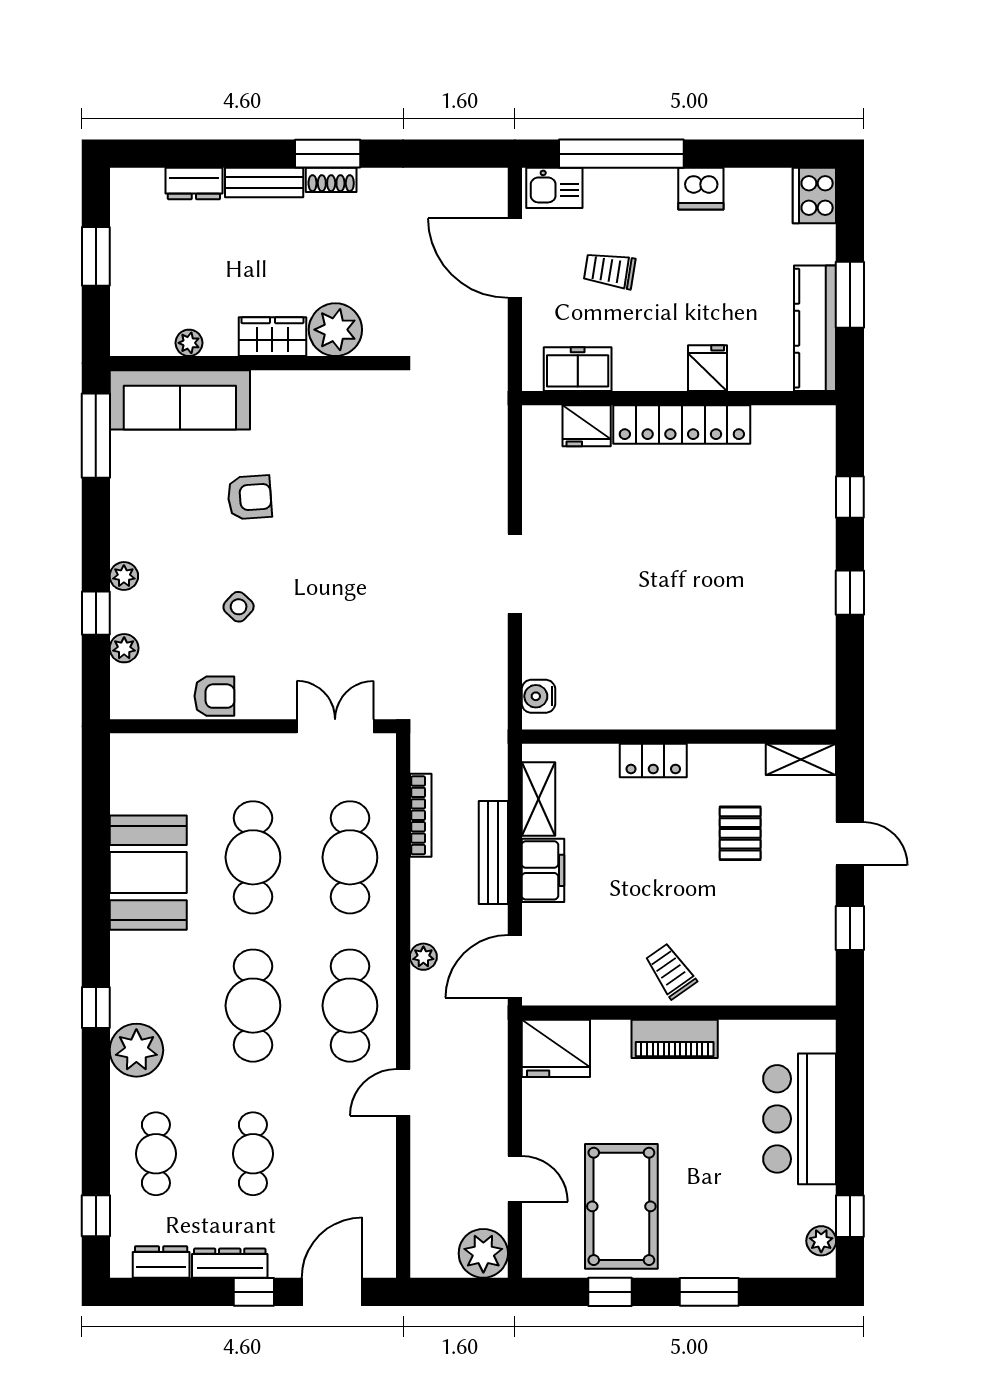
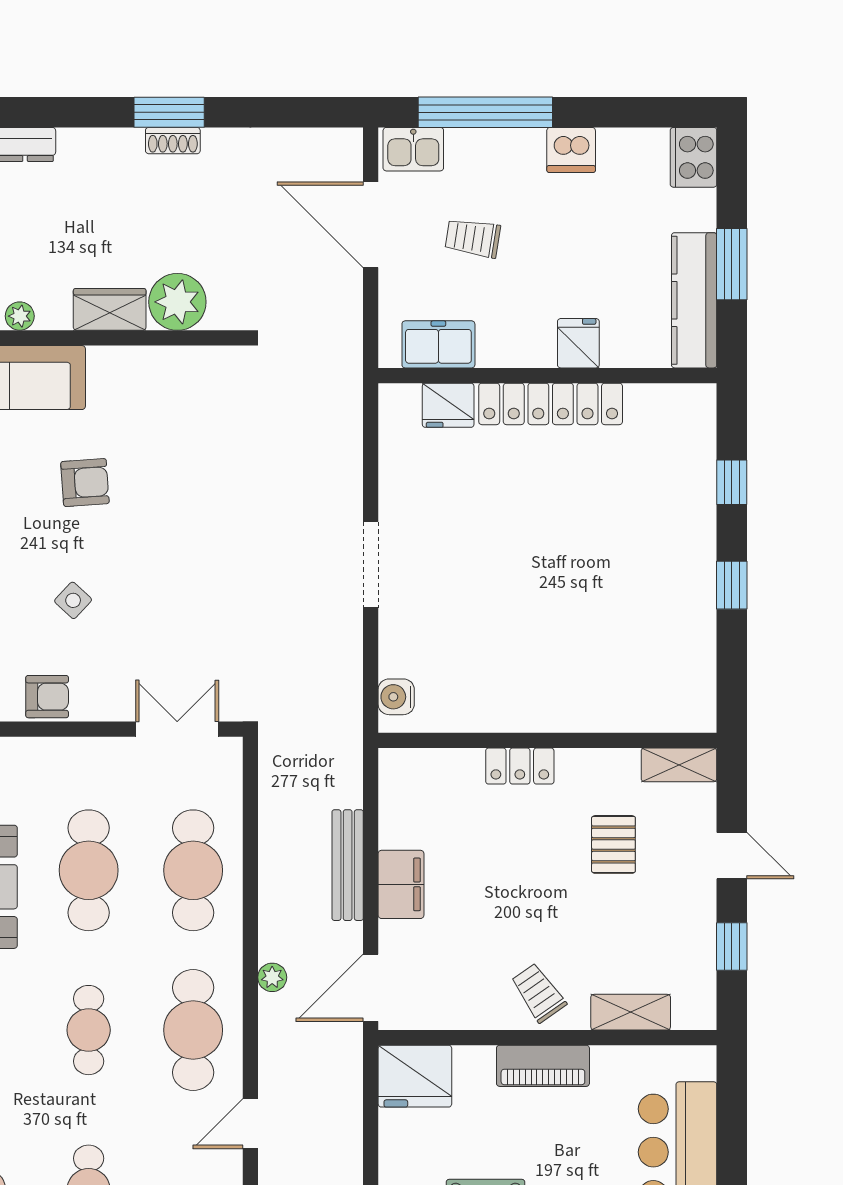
bench: (264, 183) -> (101, 143), removed
shelving: (538, 799) -> (631, 1012), moved, turned 90
bookcase: (421, 815) -> (269, 825), removed
cafe table: (253, 1006) -> (89, 1030), width x0.73, depth x0.74

